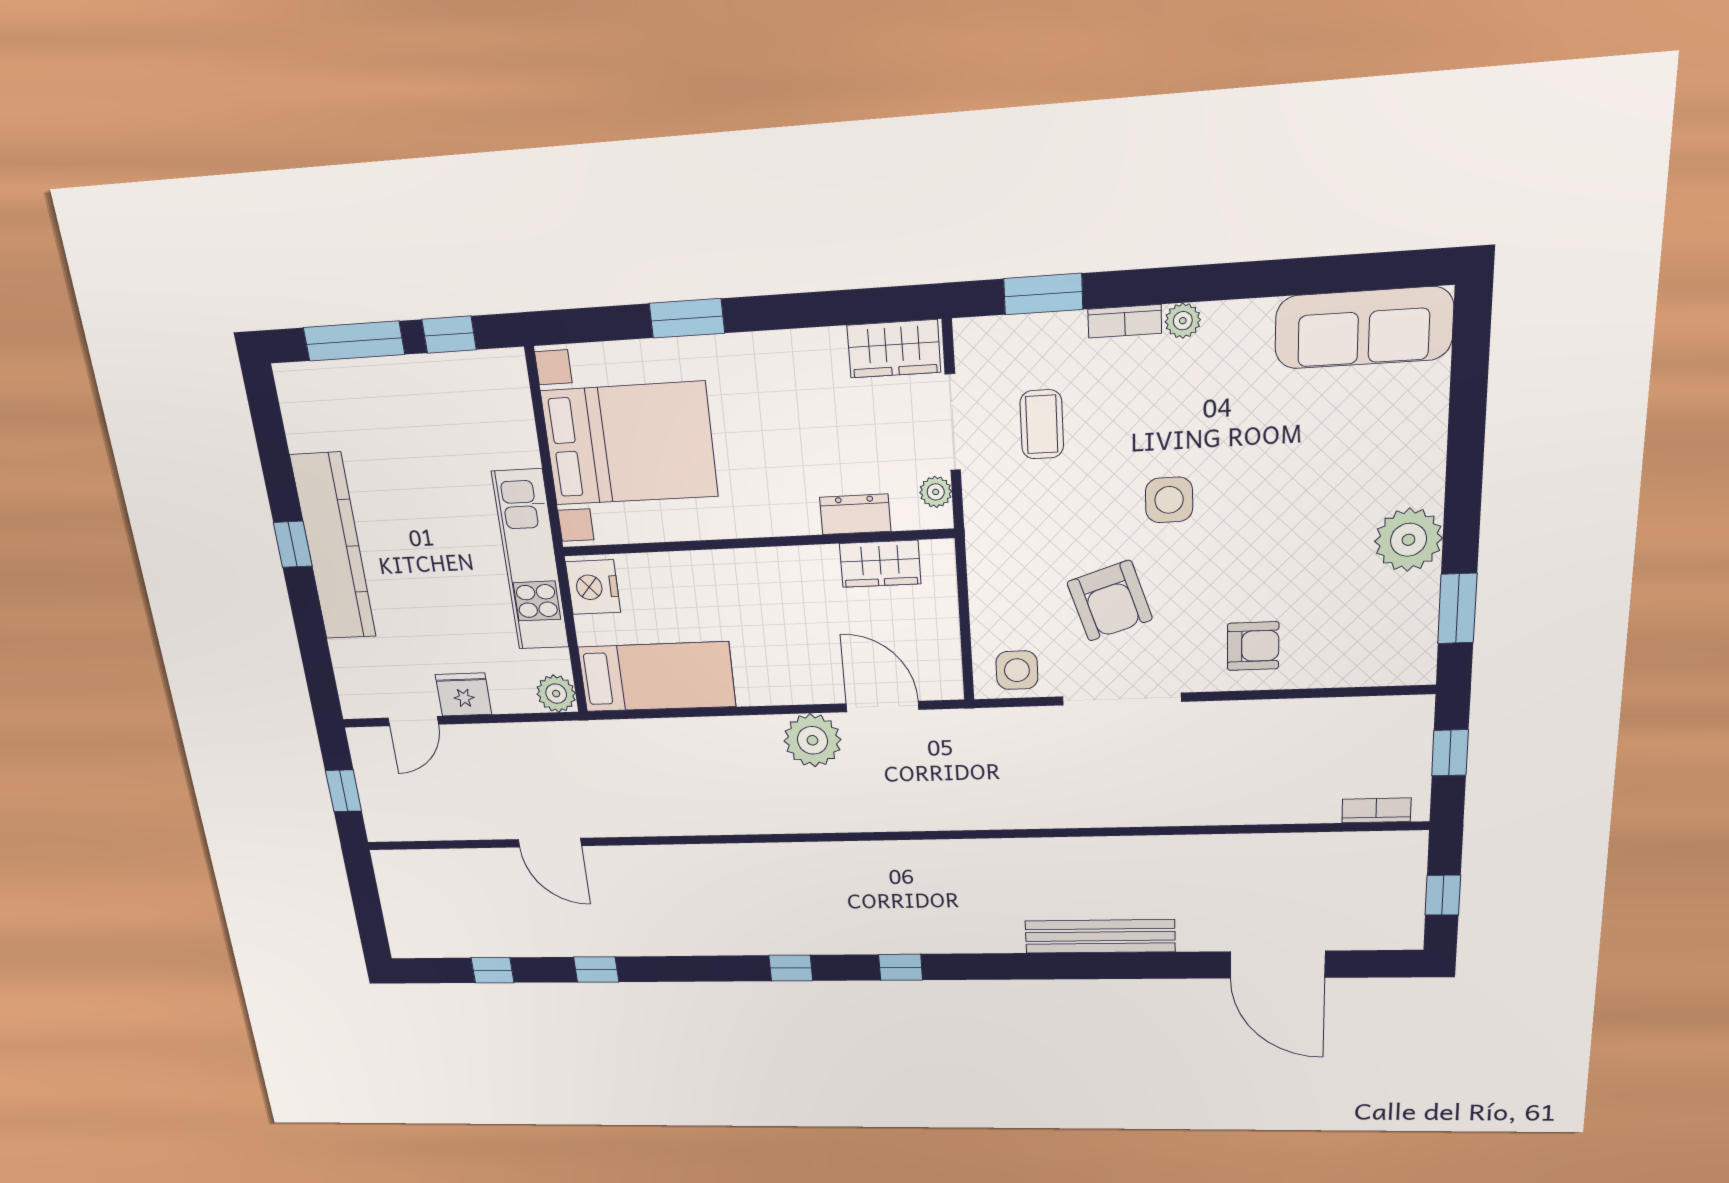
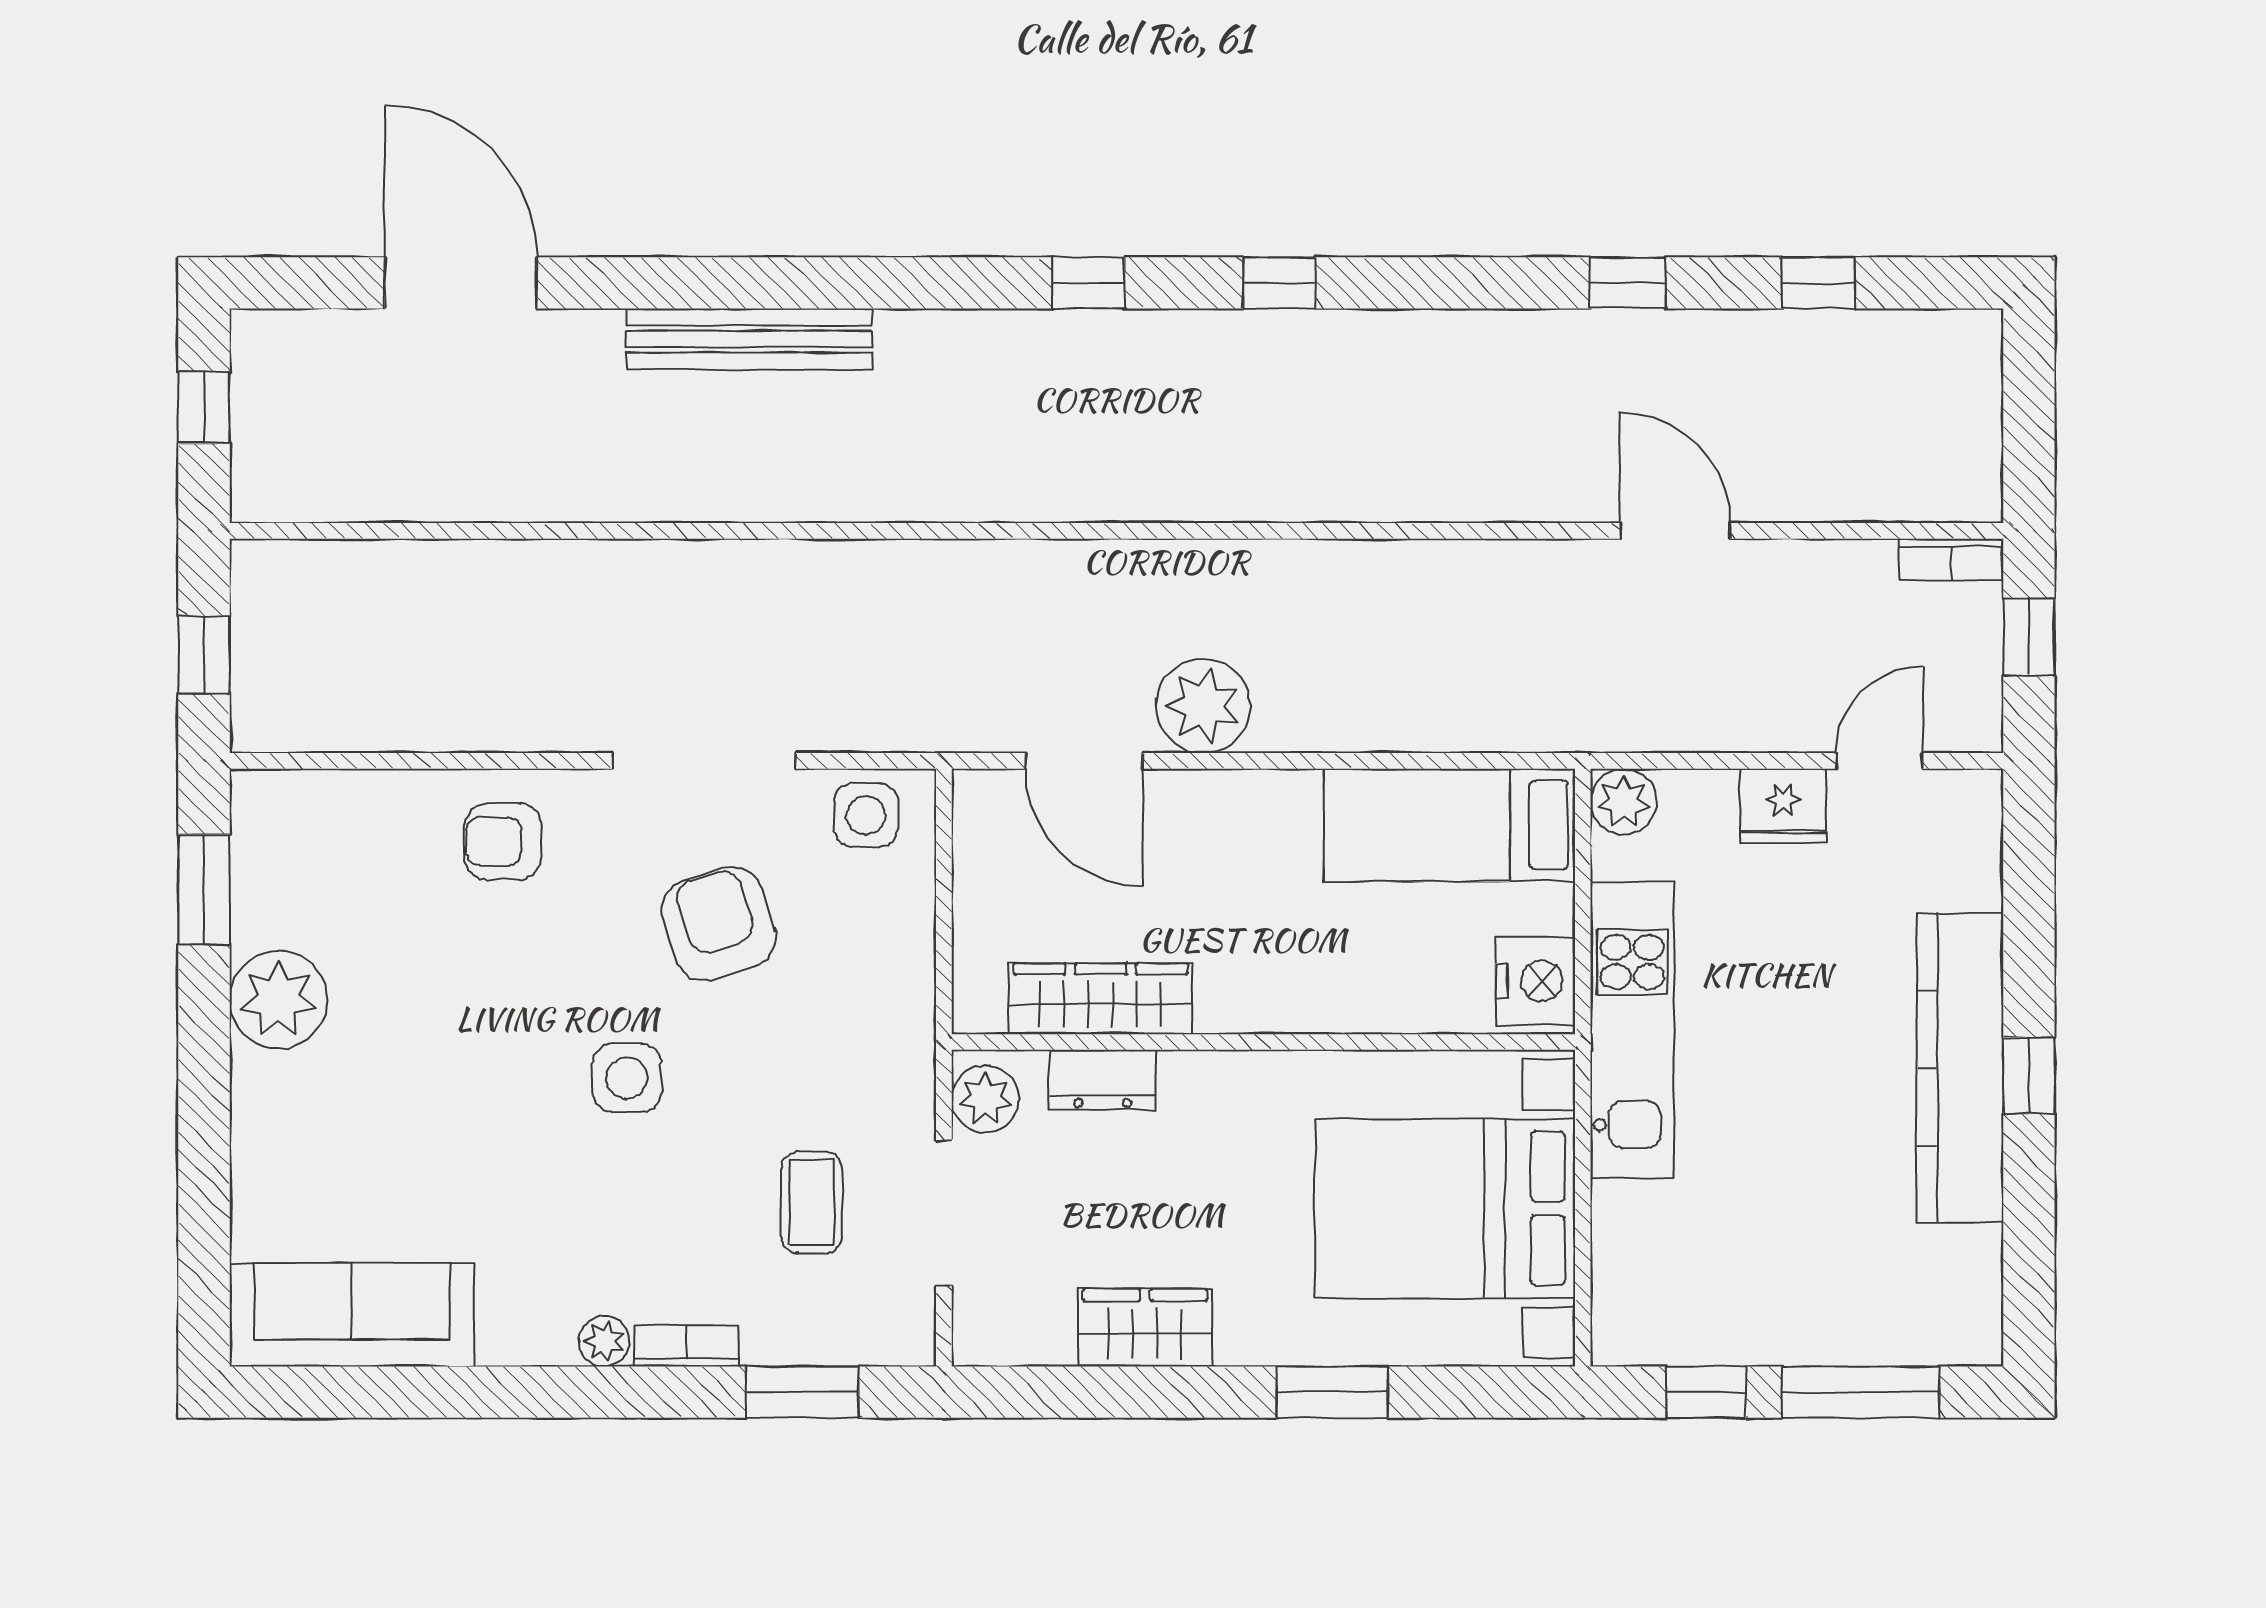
wardrobe: (894, 349) -> (1145, 1328), moved
plant: (936, 492) -> (985, 1099), width x1.38, depth x1.38
wardrobe: (880, 564) -> (1101, 999), width x1.50
bookcase: (1376, 810) -> (1951, 559), moved

